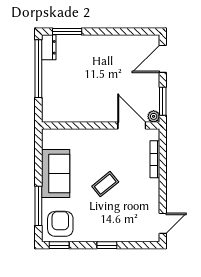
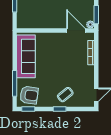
sofa: (56, 174) -> (26, 56), width x1.36
coffee table: (105, 184) -> (65, 95), moved
armchair: (60, 224) -> (29, 95), turned 98

